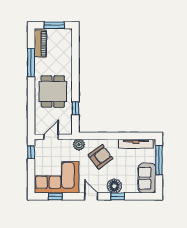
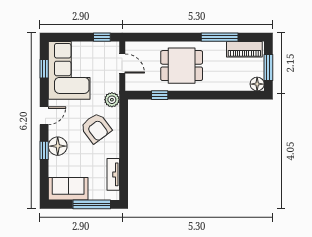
floor lamp: (67, 34) -> (257, 84), added
tv unit: (136, 144) -> (113, 174), width x0.71

